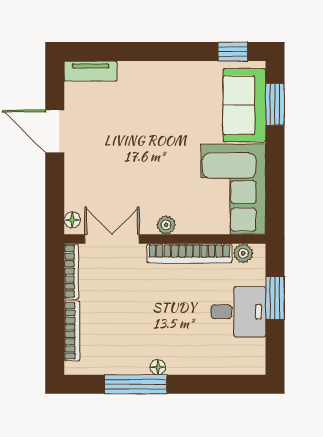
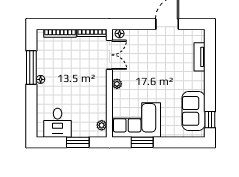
tv unit: (91, 71) -> (199, 57), moved
window: (275, 104) -> (142, 142), moved
sofa: (244, 105) -> (193, 111), moved, turned -90
bookcase: (189, 253) -> (102, 96), removed
desk: (238, 312) -> (58, 123), moved

